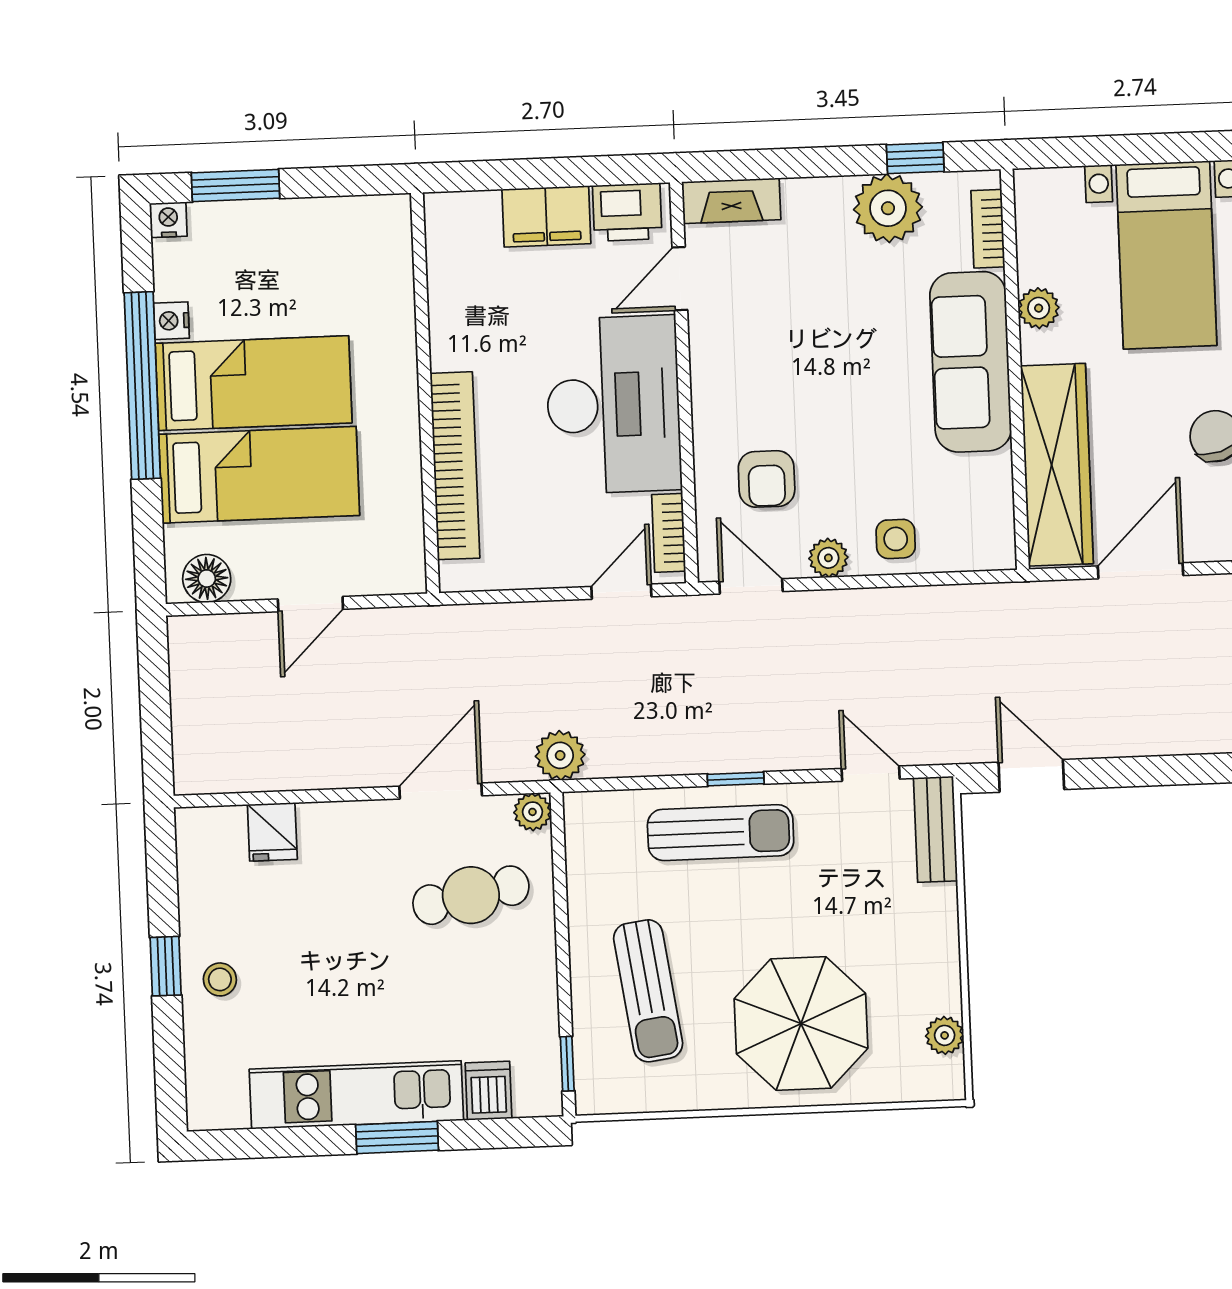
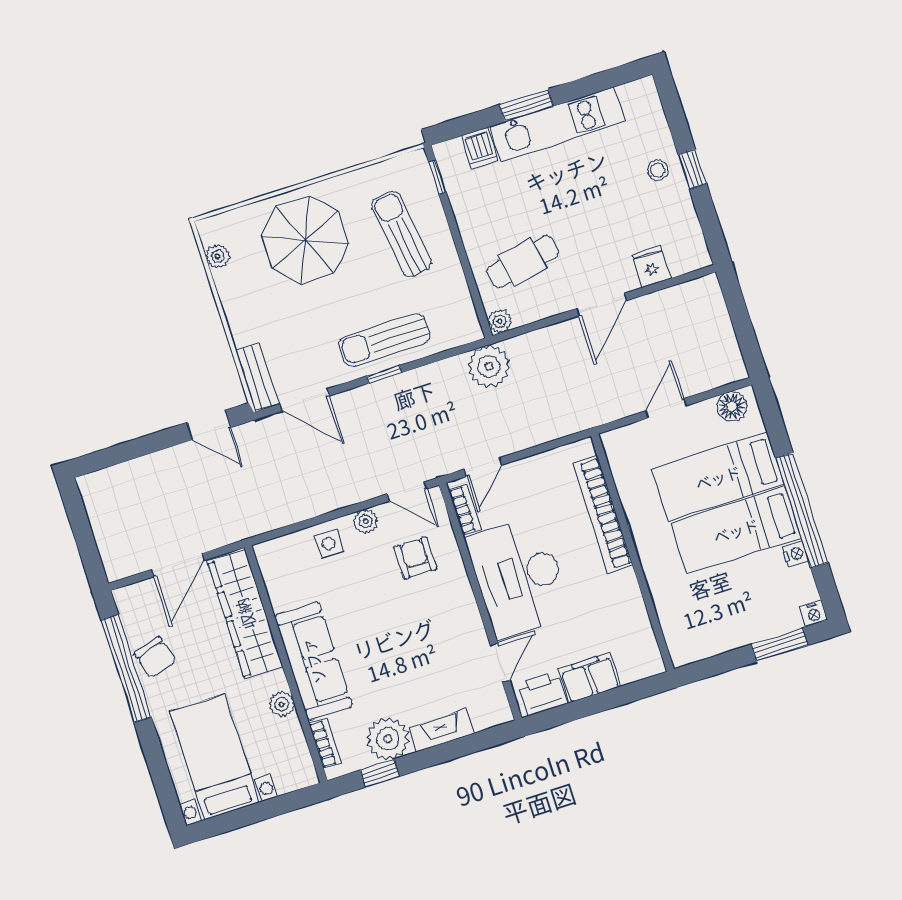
fireplace: (731, 201) -> (442, 731), moved
plant: (560, 755) -> (489, 367), width x1.36, depth x1.36
door: (871, 774) -> (305, 400), width x1.38
door: (441, 791) -> (602, 304), moved

